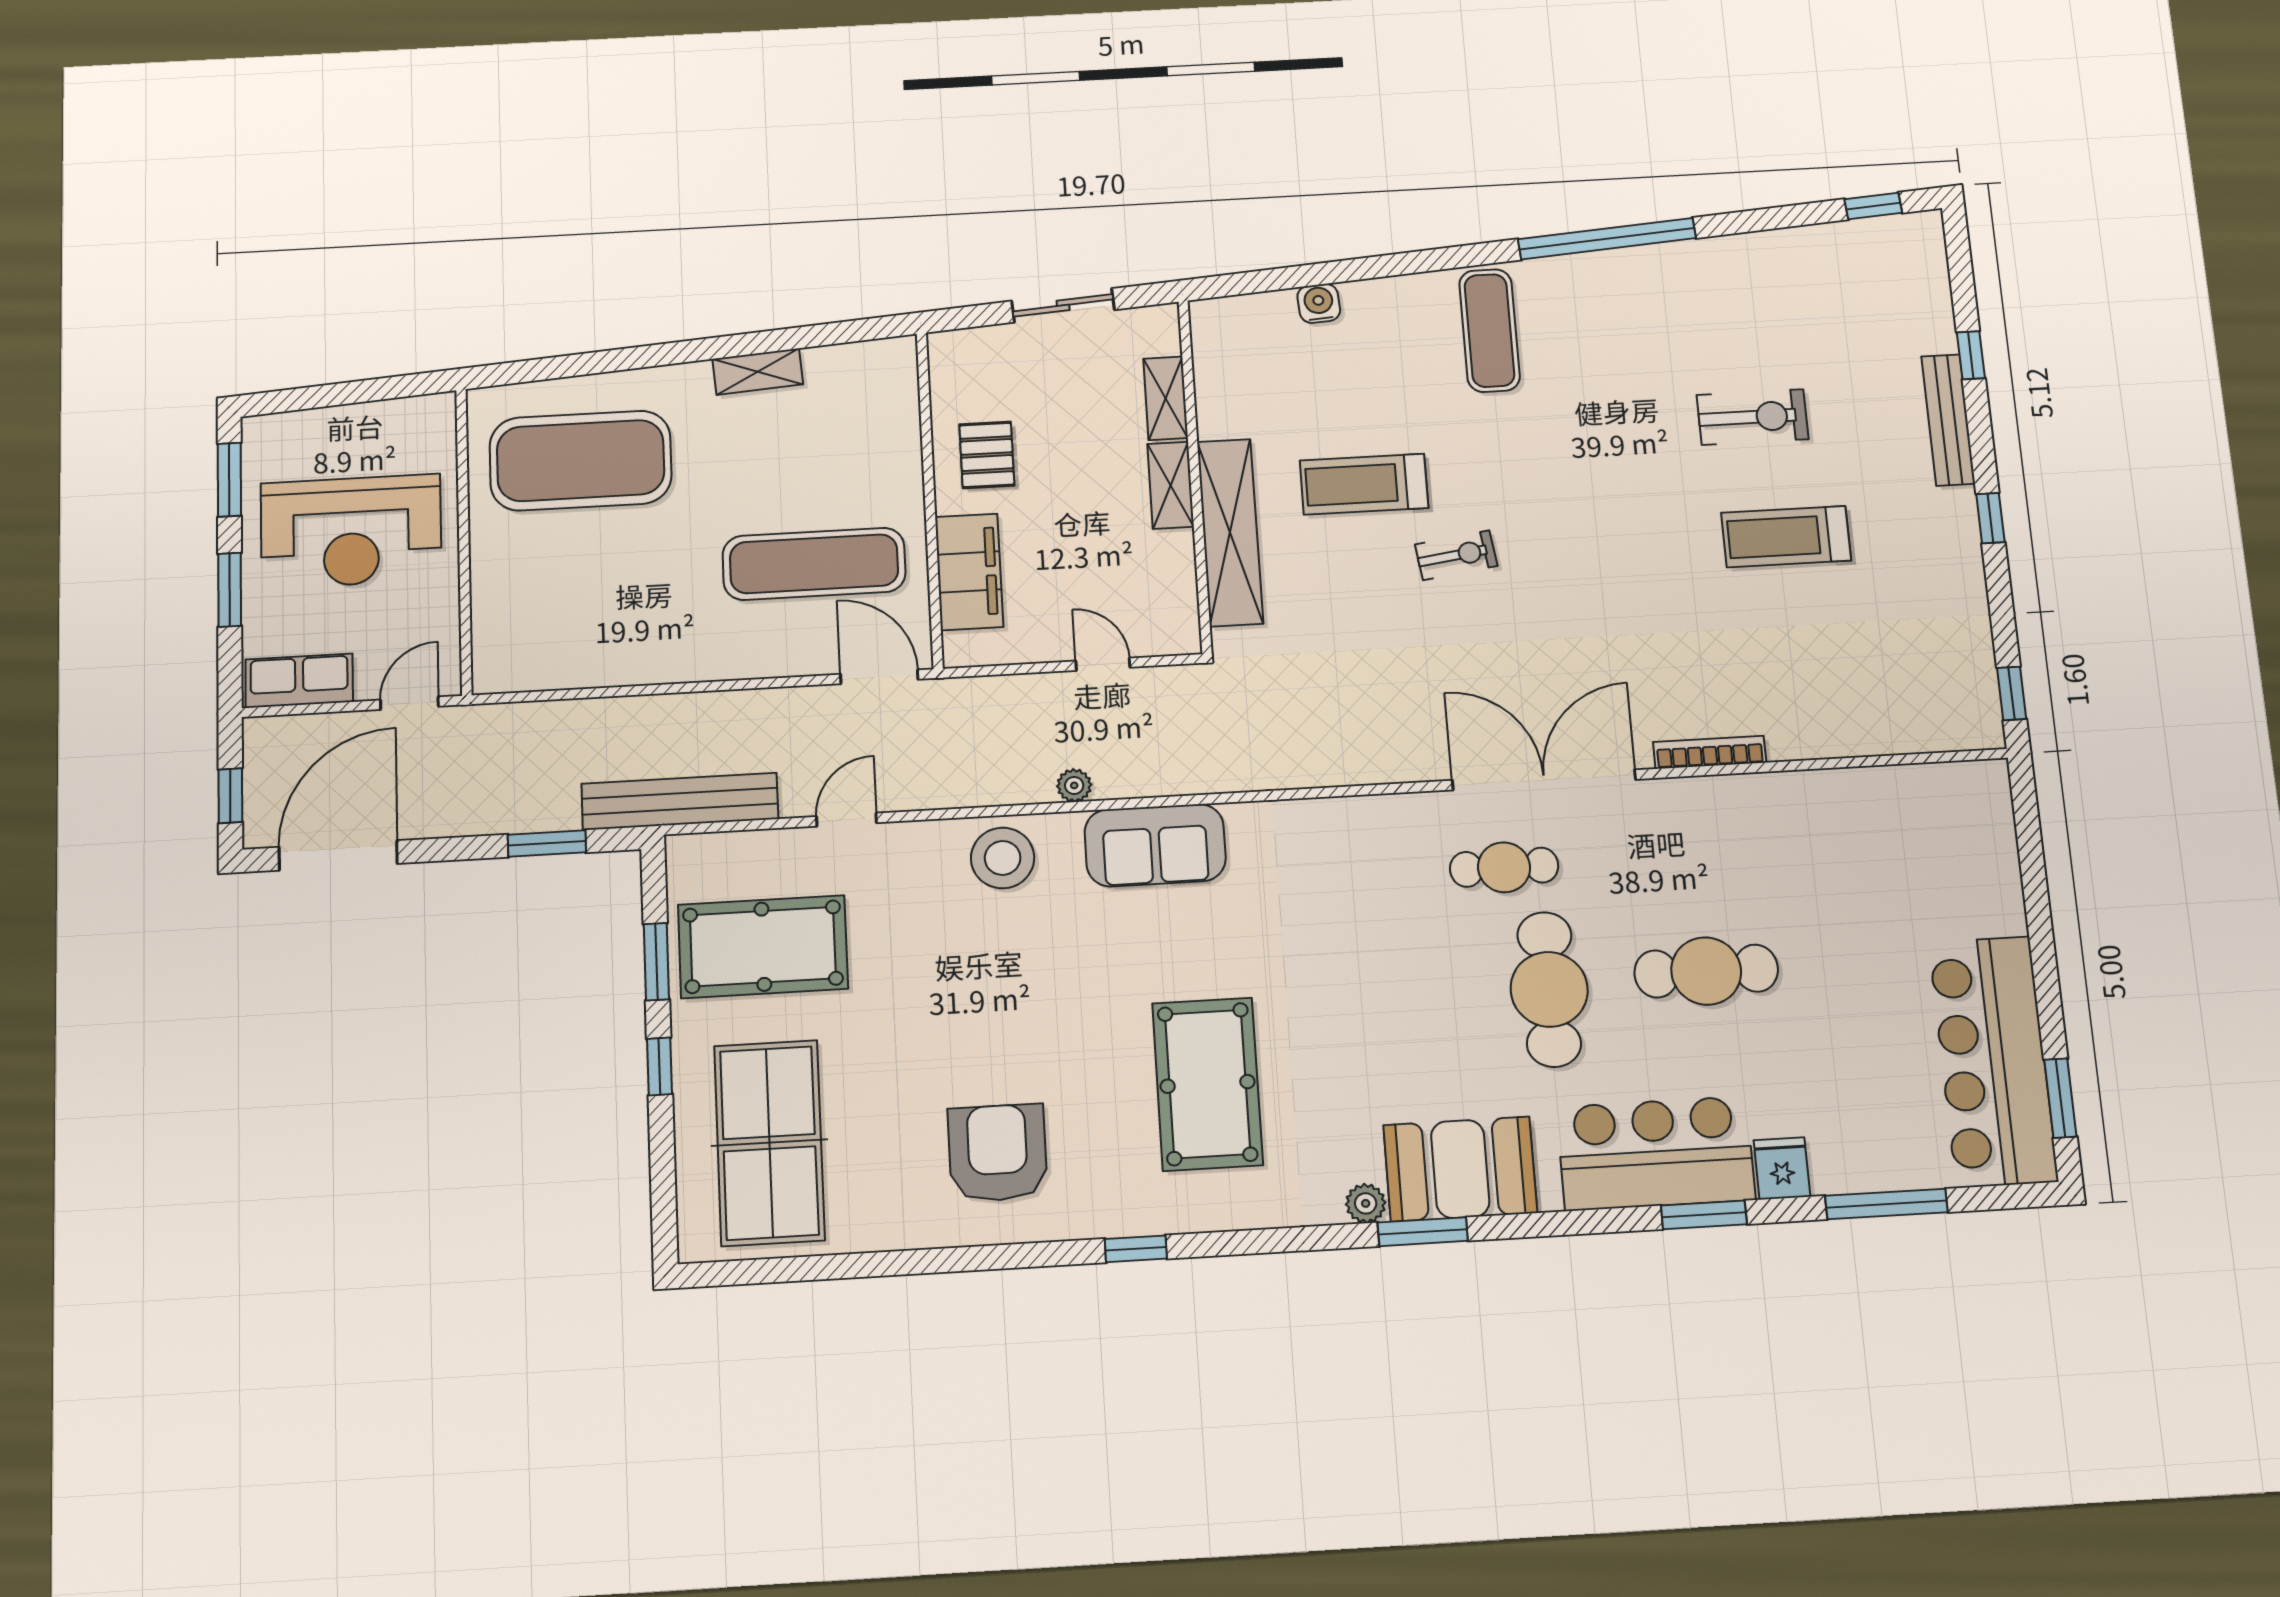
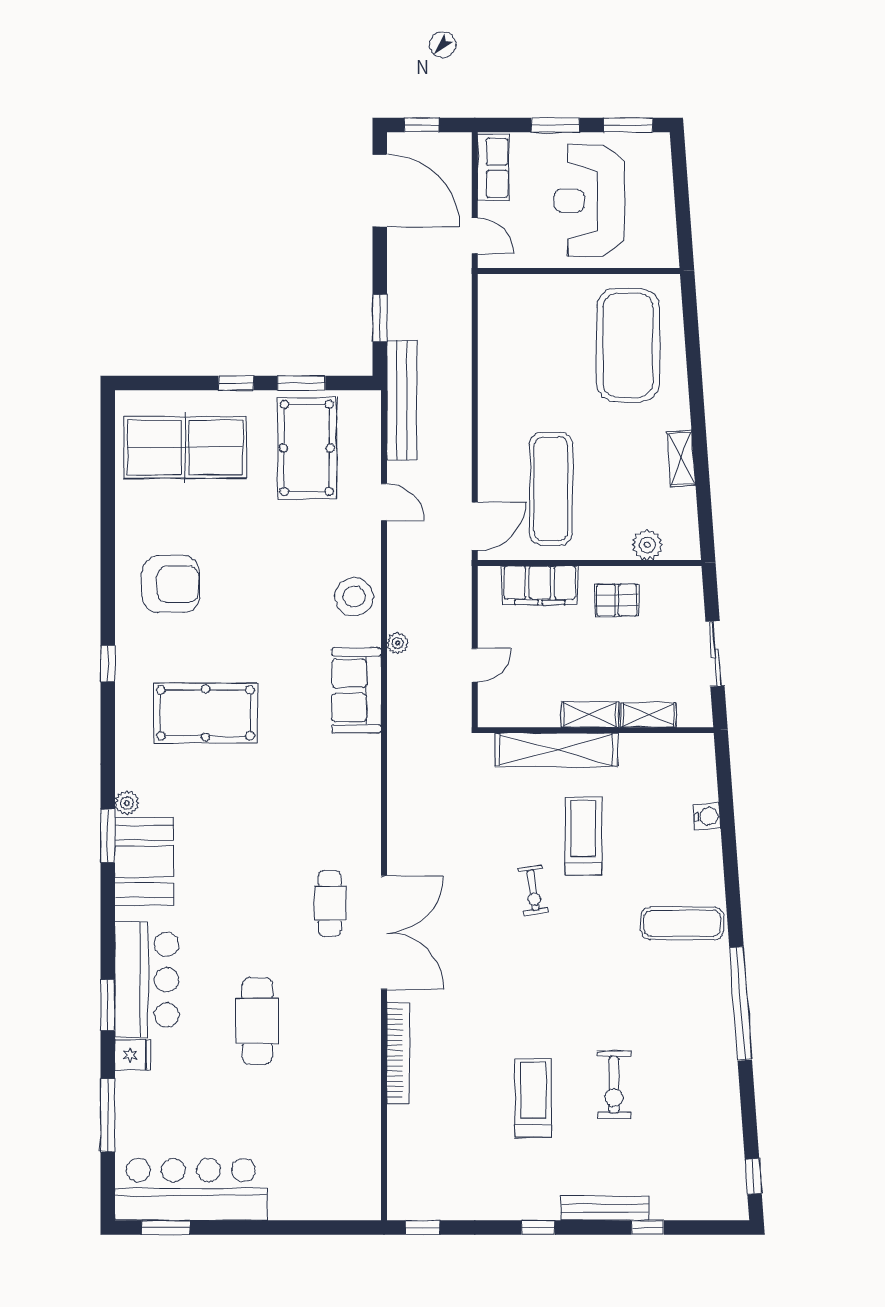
plant: (897, 415) -> (647, 545), added
bookcase: (1710, 752) -> (398, 1053), width x1.48, depth x1.31
cafe table: (1549, 989) -> (252, 924), removed

